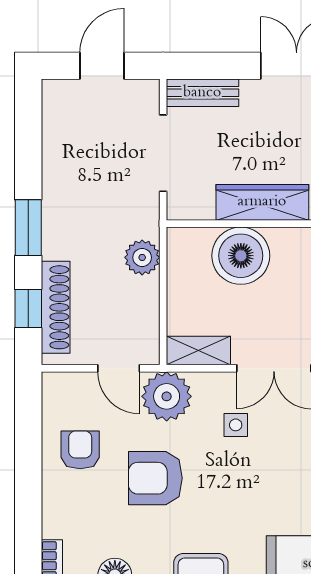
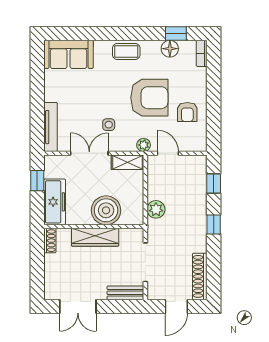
window: (28, 228) -> (214, 224), width x0.67
shoe rack: (56, 307) -> (200, 276), moved
plant: (167, 396) -> (144, 145), width x0.53, depth x0.53
armchair: (155, 478) -> (149, 98), width x1.36, depth x1.36

